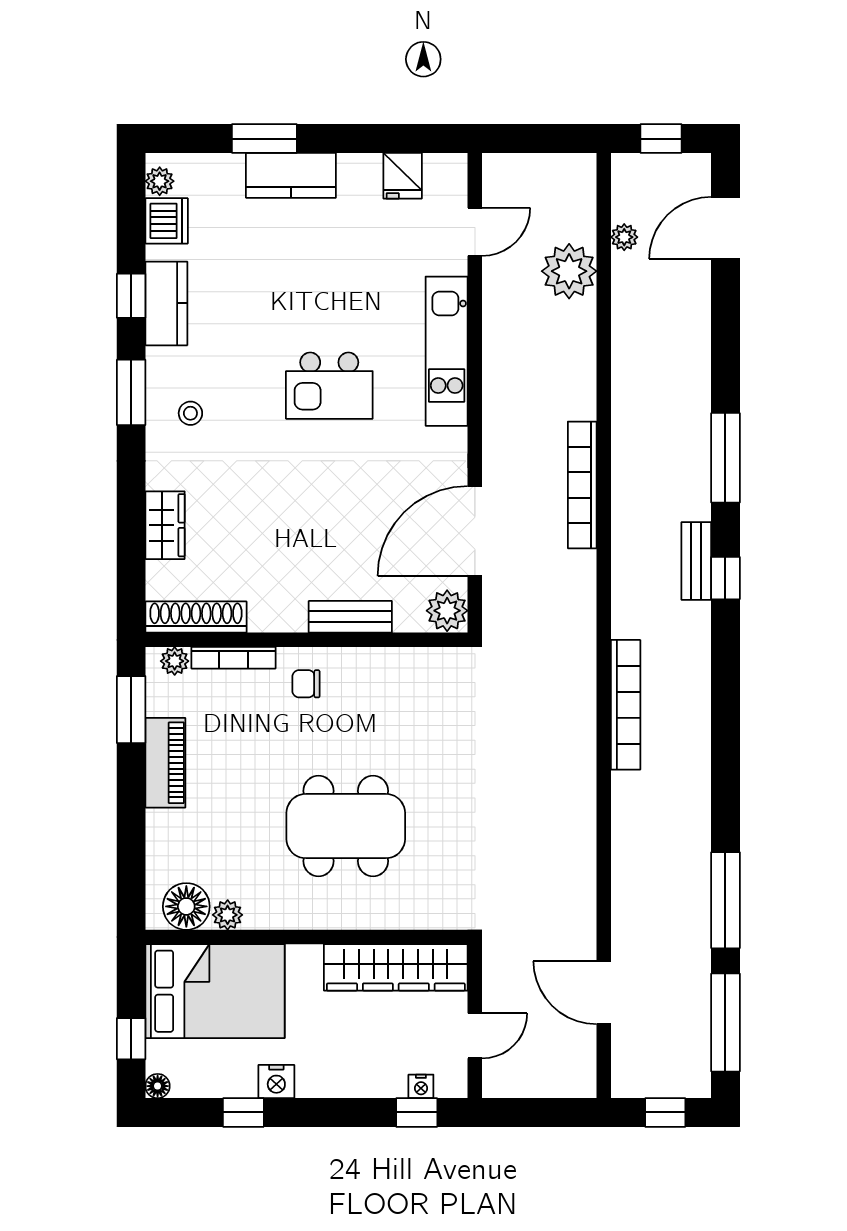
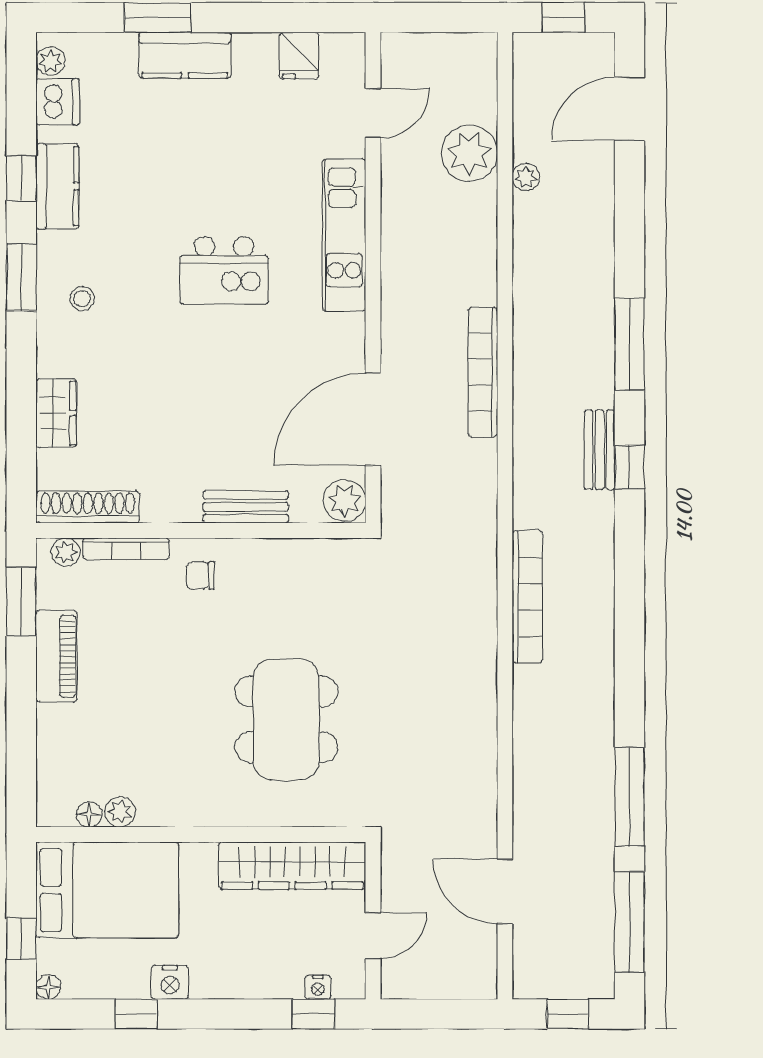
plant: (624, 237) -> (526, 177), moved
dining table: (346, 826) -> (286, 719), moved, turned 90
floor lamp: (186, 906) -> (89, 814), width x0.53, depth x0.53

